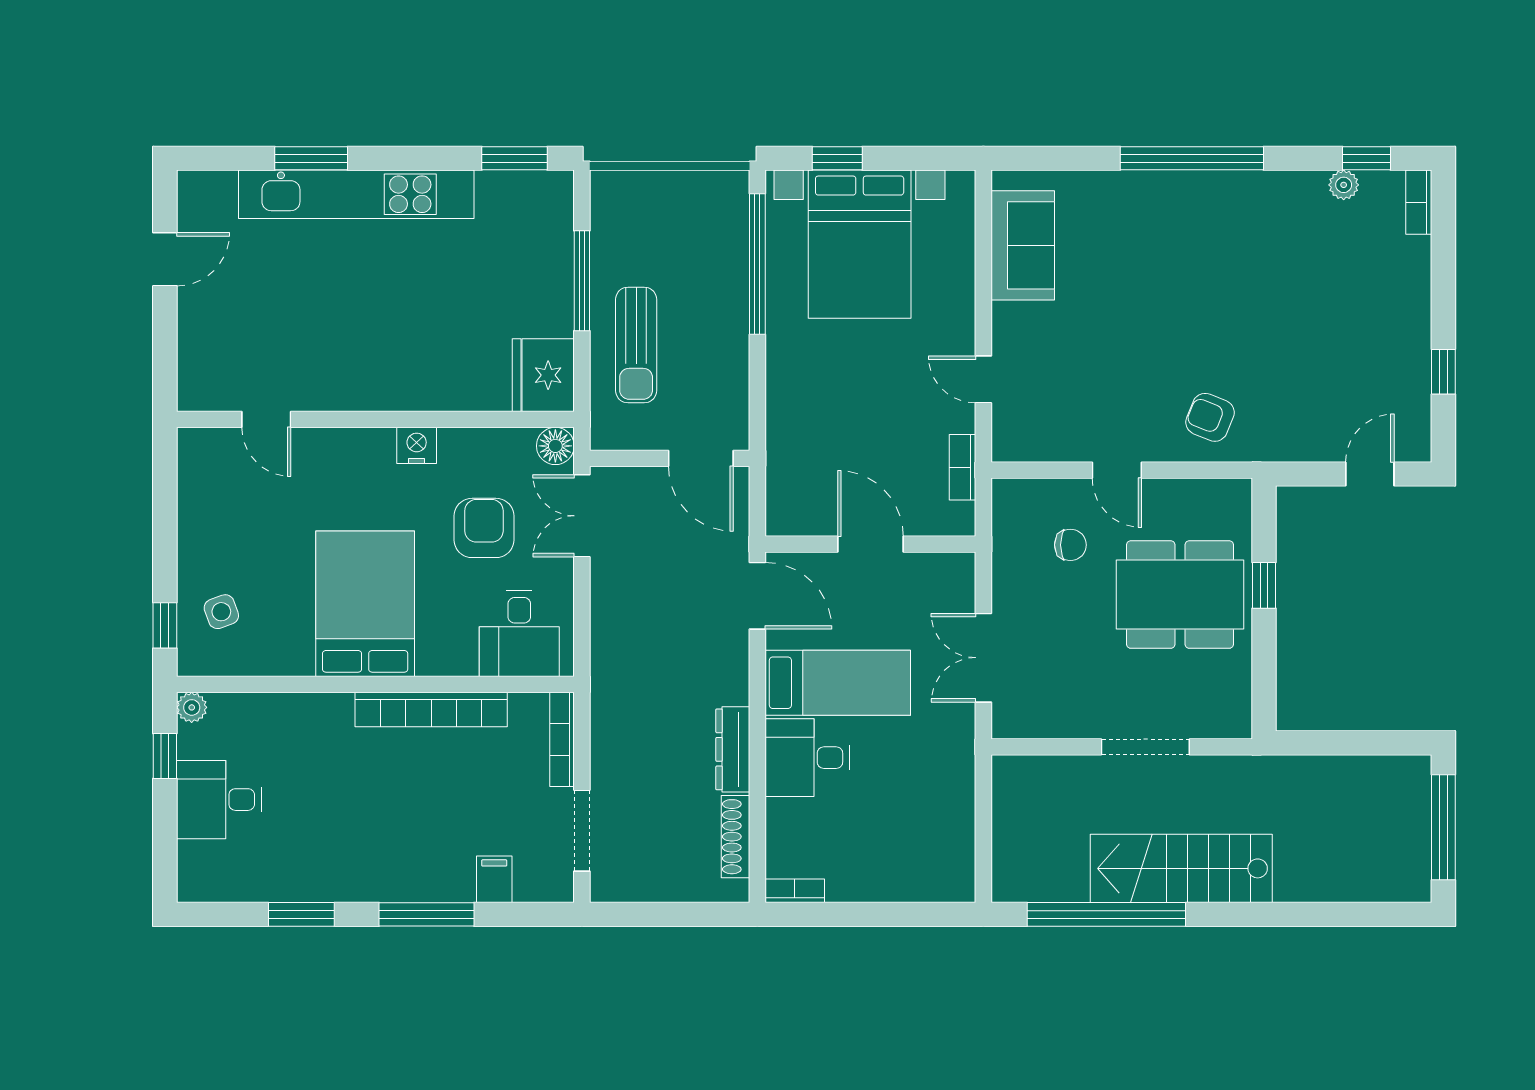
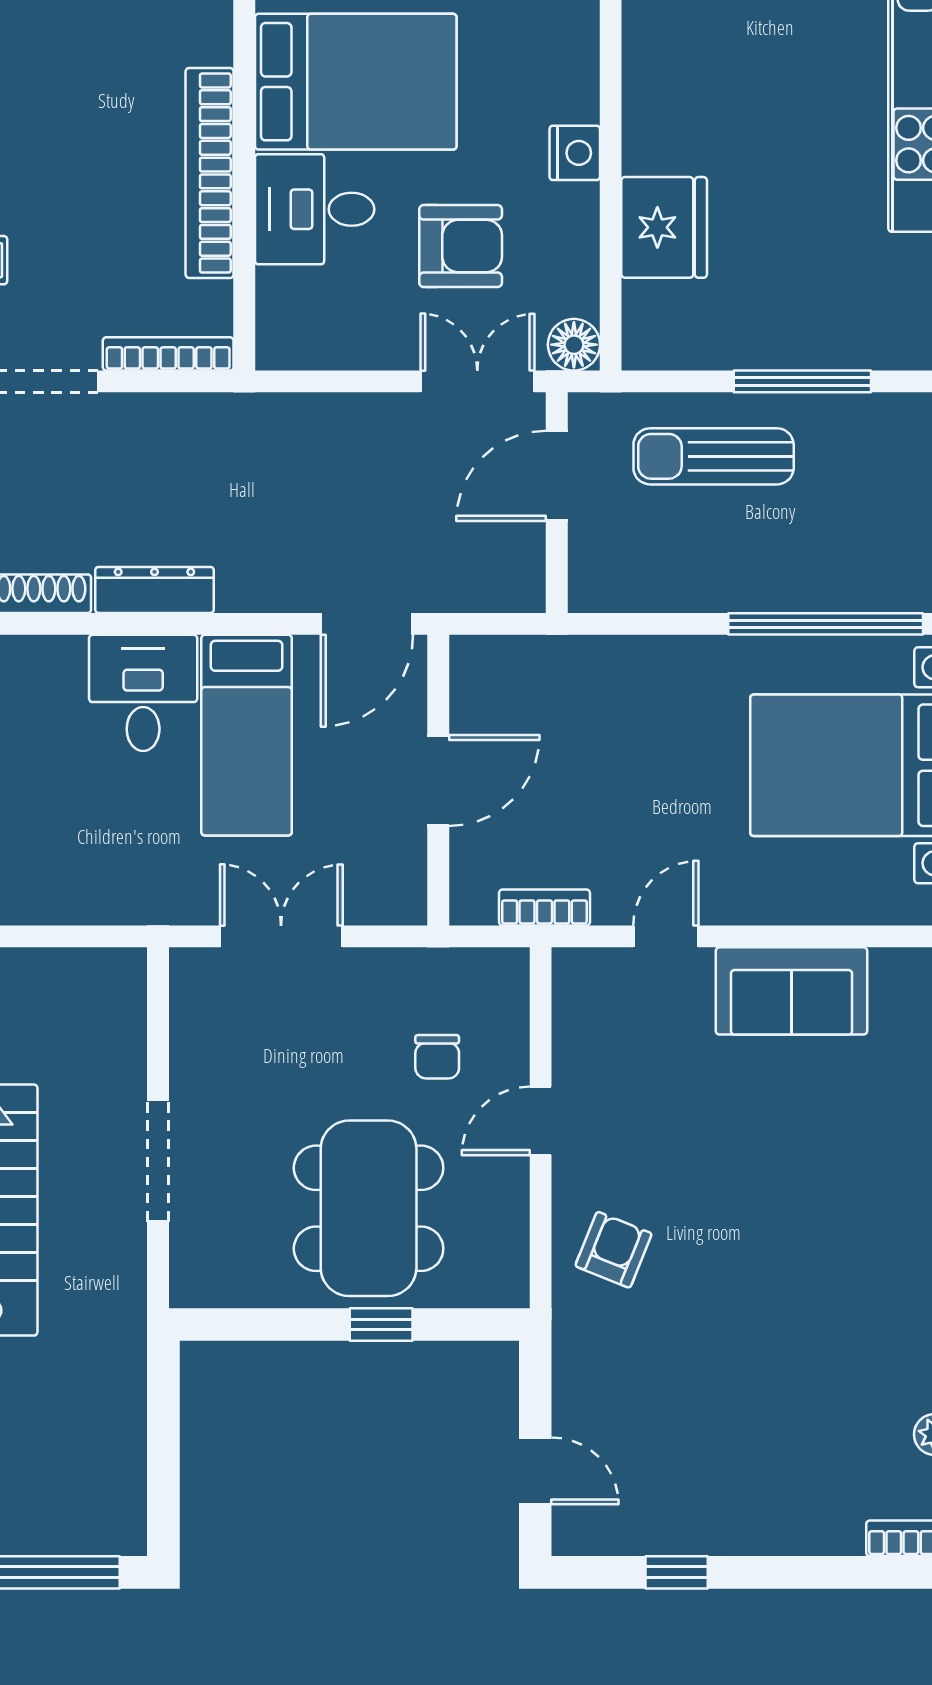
sofa: (1023, 245) -> (791, 991), moved
fridge: (543, 375) -> (664, 227), moved, turned 90
door: (701, 458) -> (557, 476), moved
desk: (519, 634) -> (315, 209), moved

